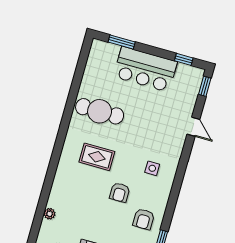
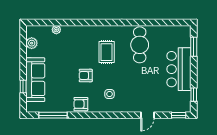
armchair: (144, 219) -> (81, 104), moved

